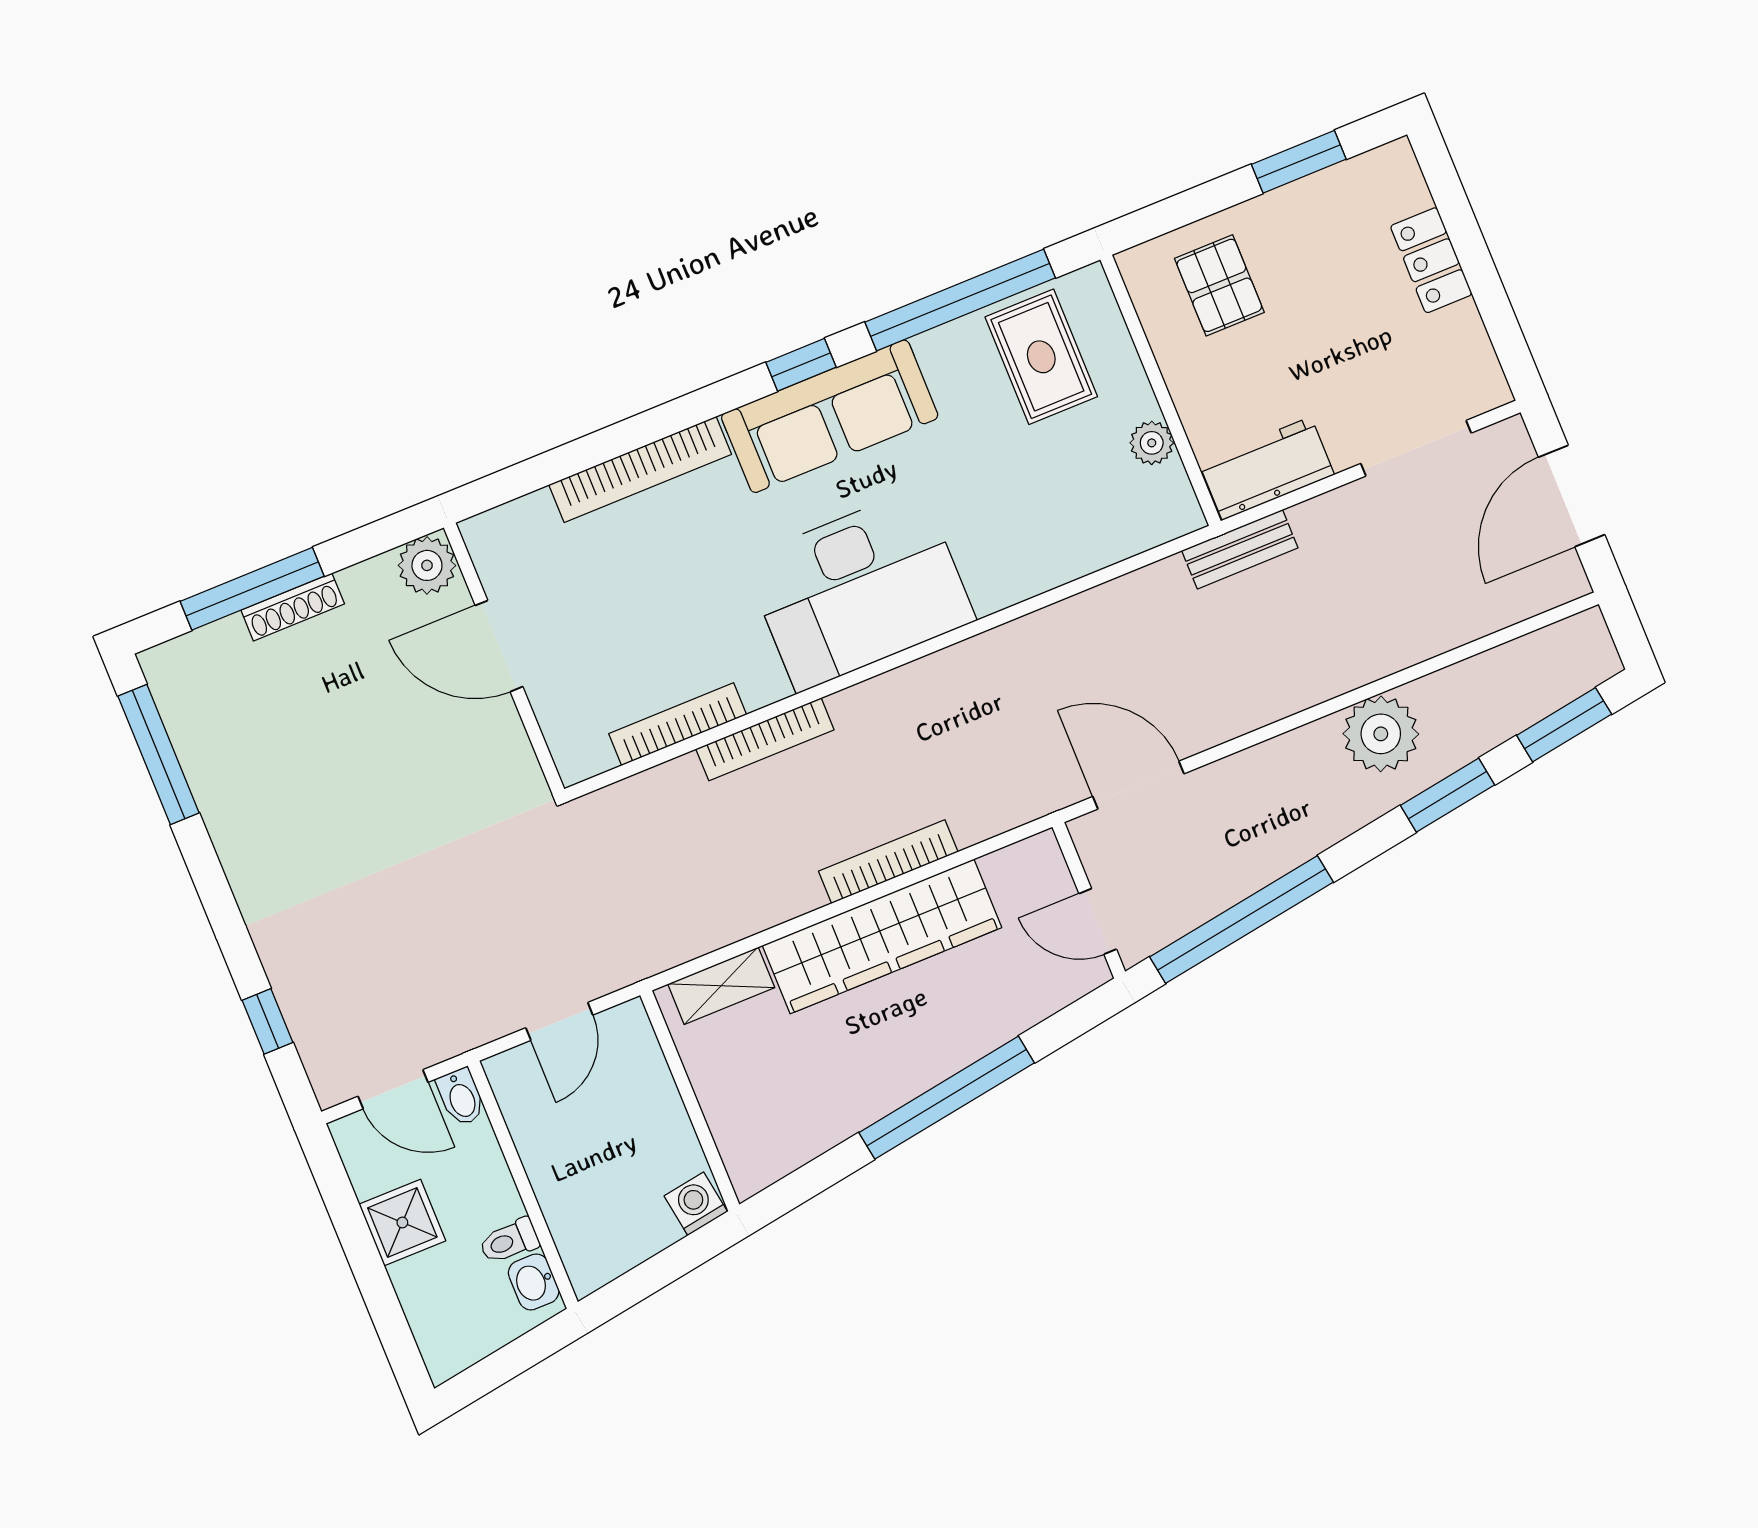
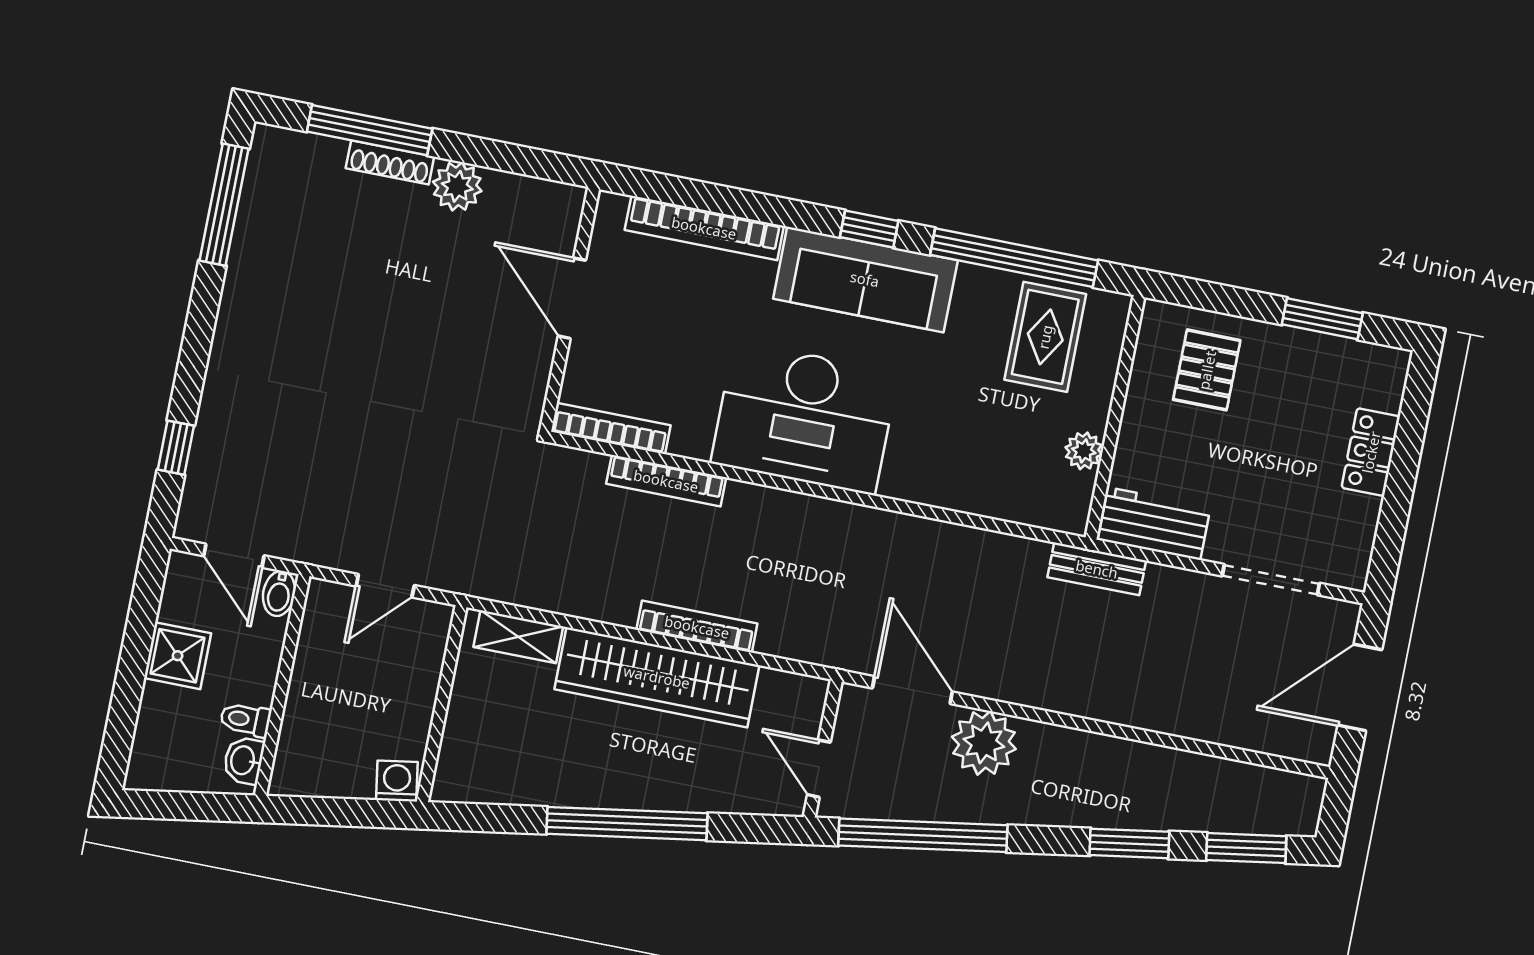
plant: (427, 565) -> (457, 186), moved
door: (499, 646) -> (572, 298), moved
wall: (504, 658) -> (570, 309), moved
plant: (1381, 734) -> (984, 743), moved

